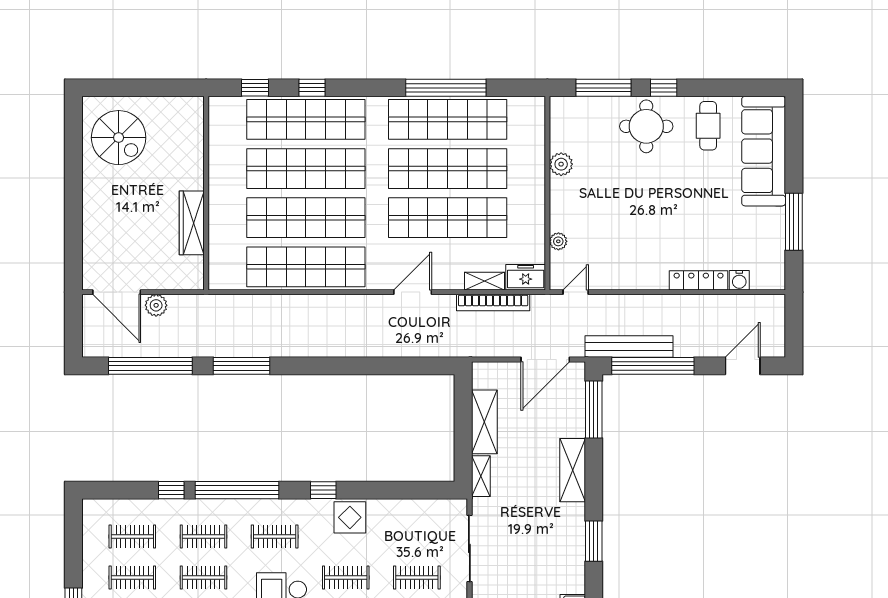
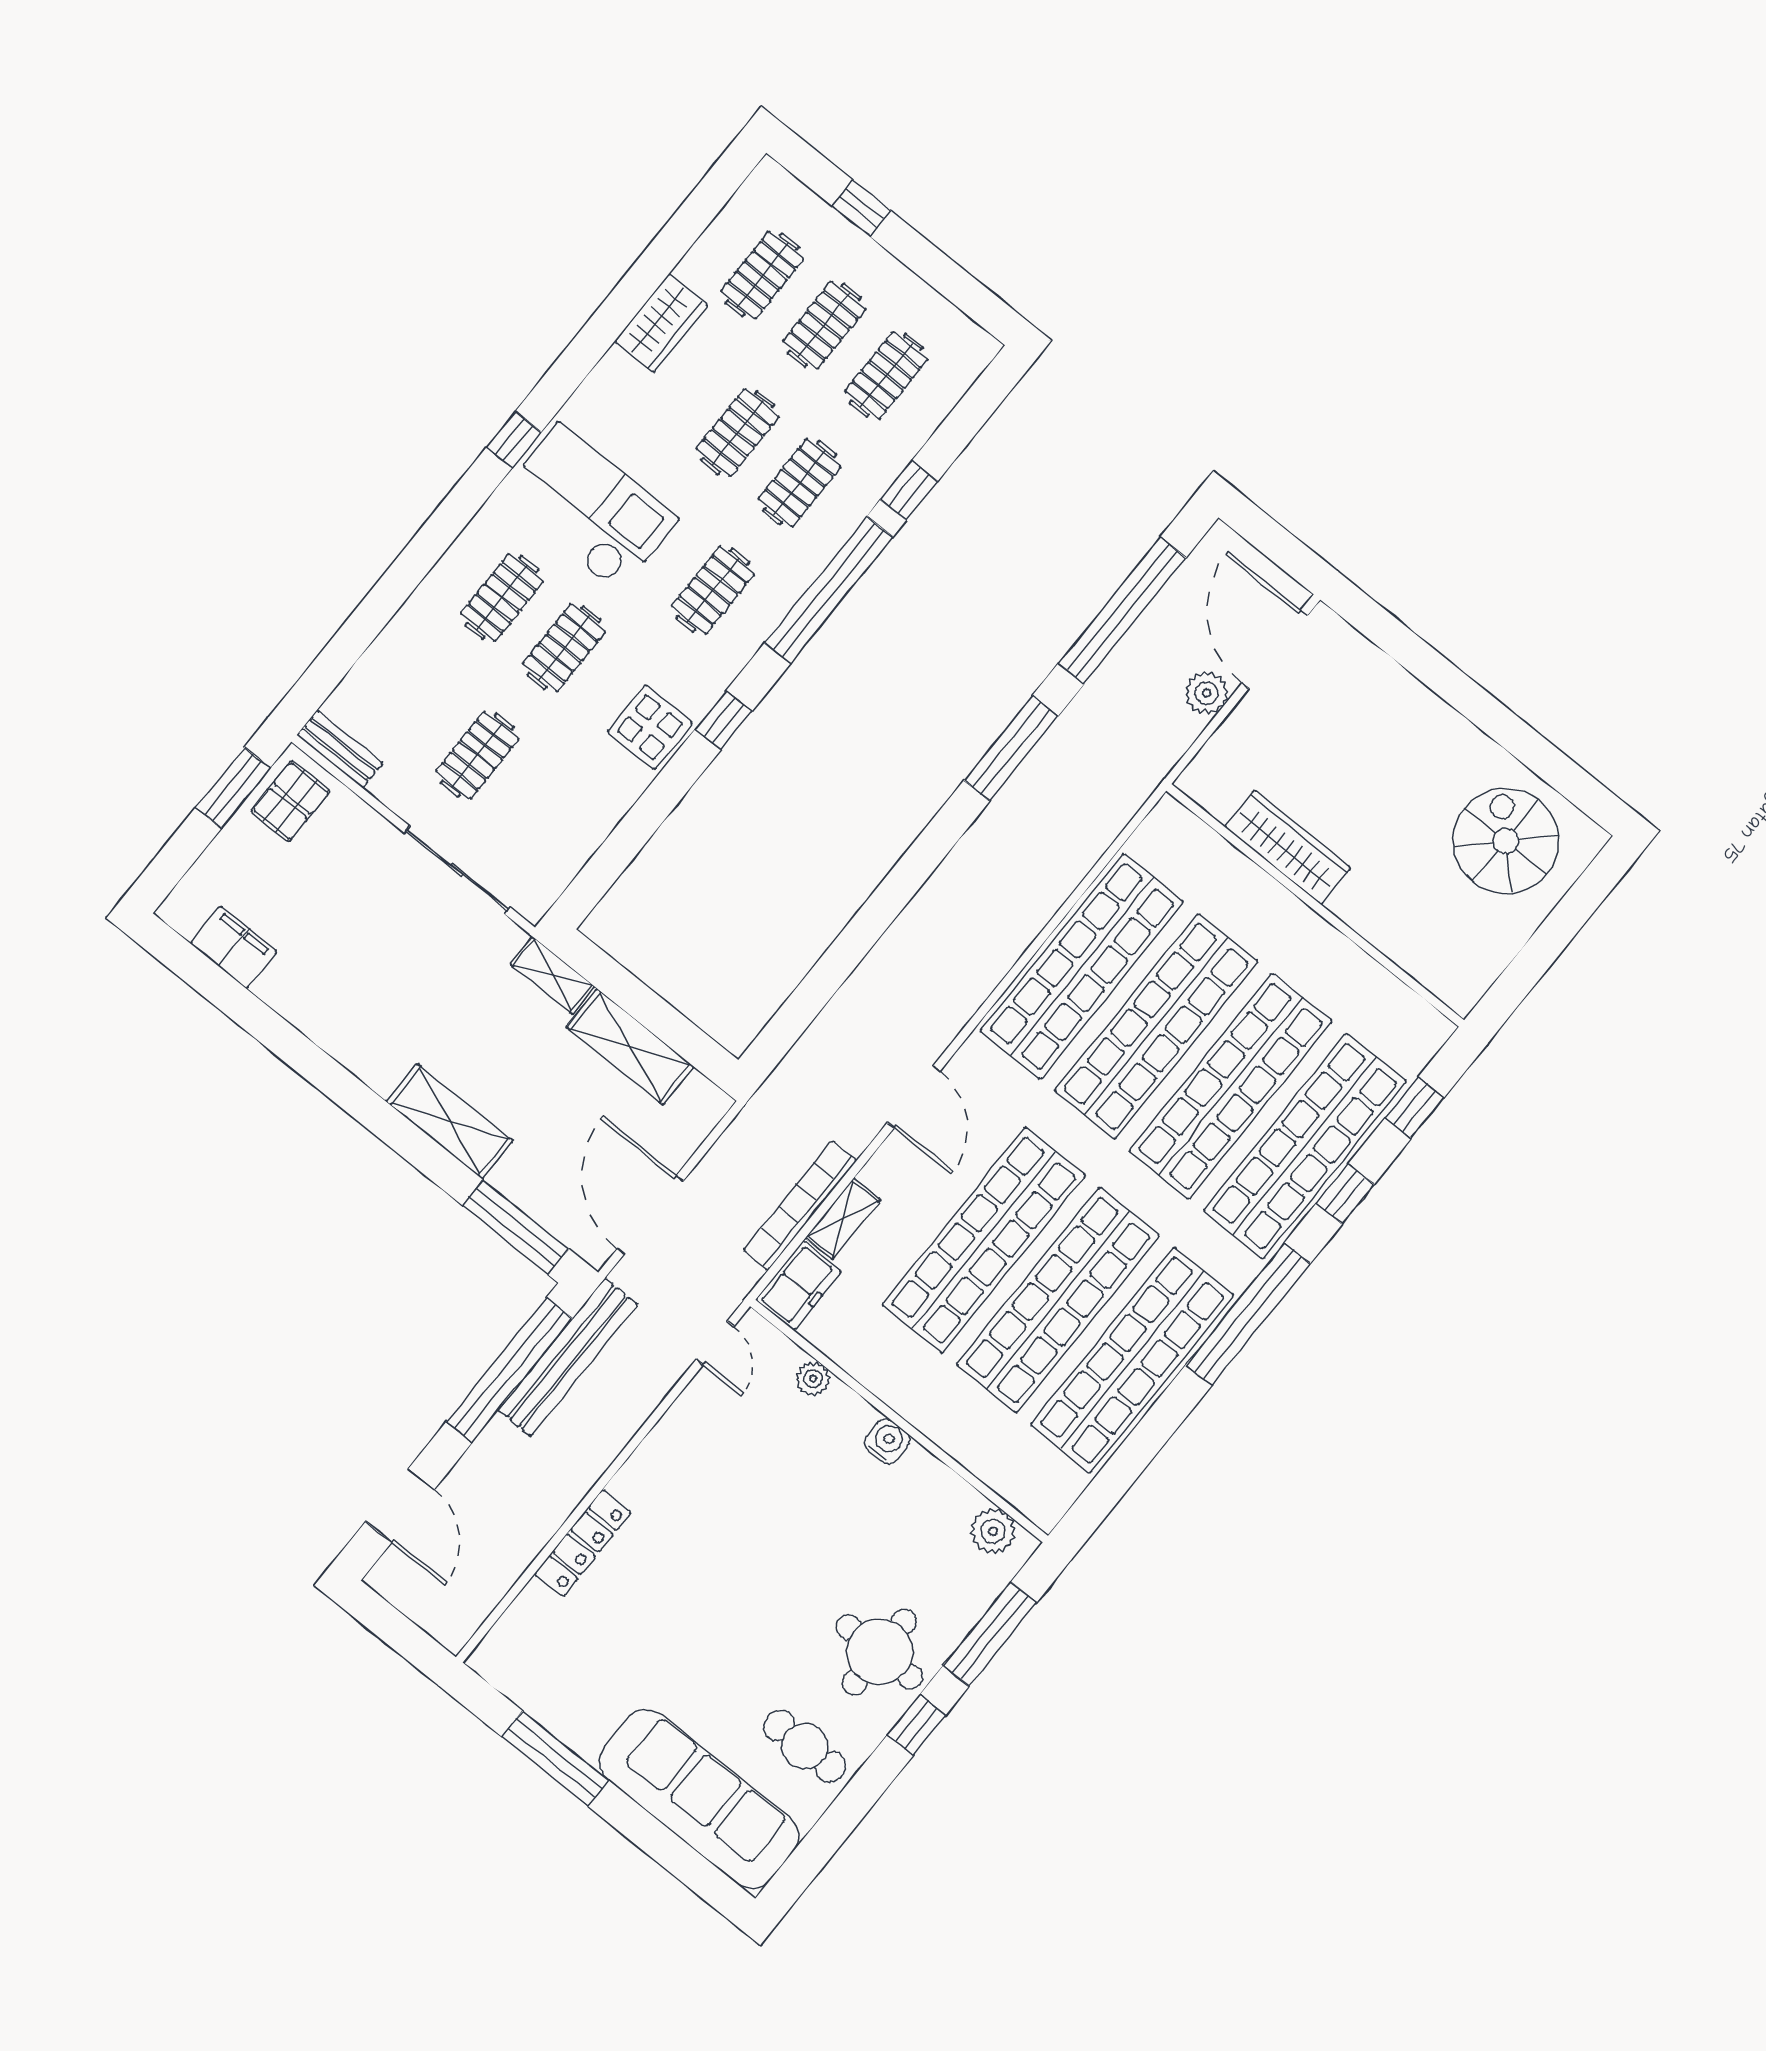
window: (446, 88) -> (1248, 1314), moved
spiral stairs: (119, 138) -> (1506, 841), turned 90
plant: (561, 164) -> (993, 1531), moved
water cooler: (739, 280) -> (887, 1441), moved, turned 90
door: (117, 292) -> (1275, 649), hinge flipped
window: (594, 541) -> (317, 1067), removed

